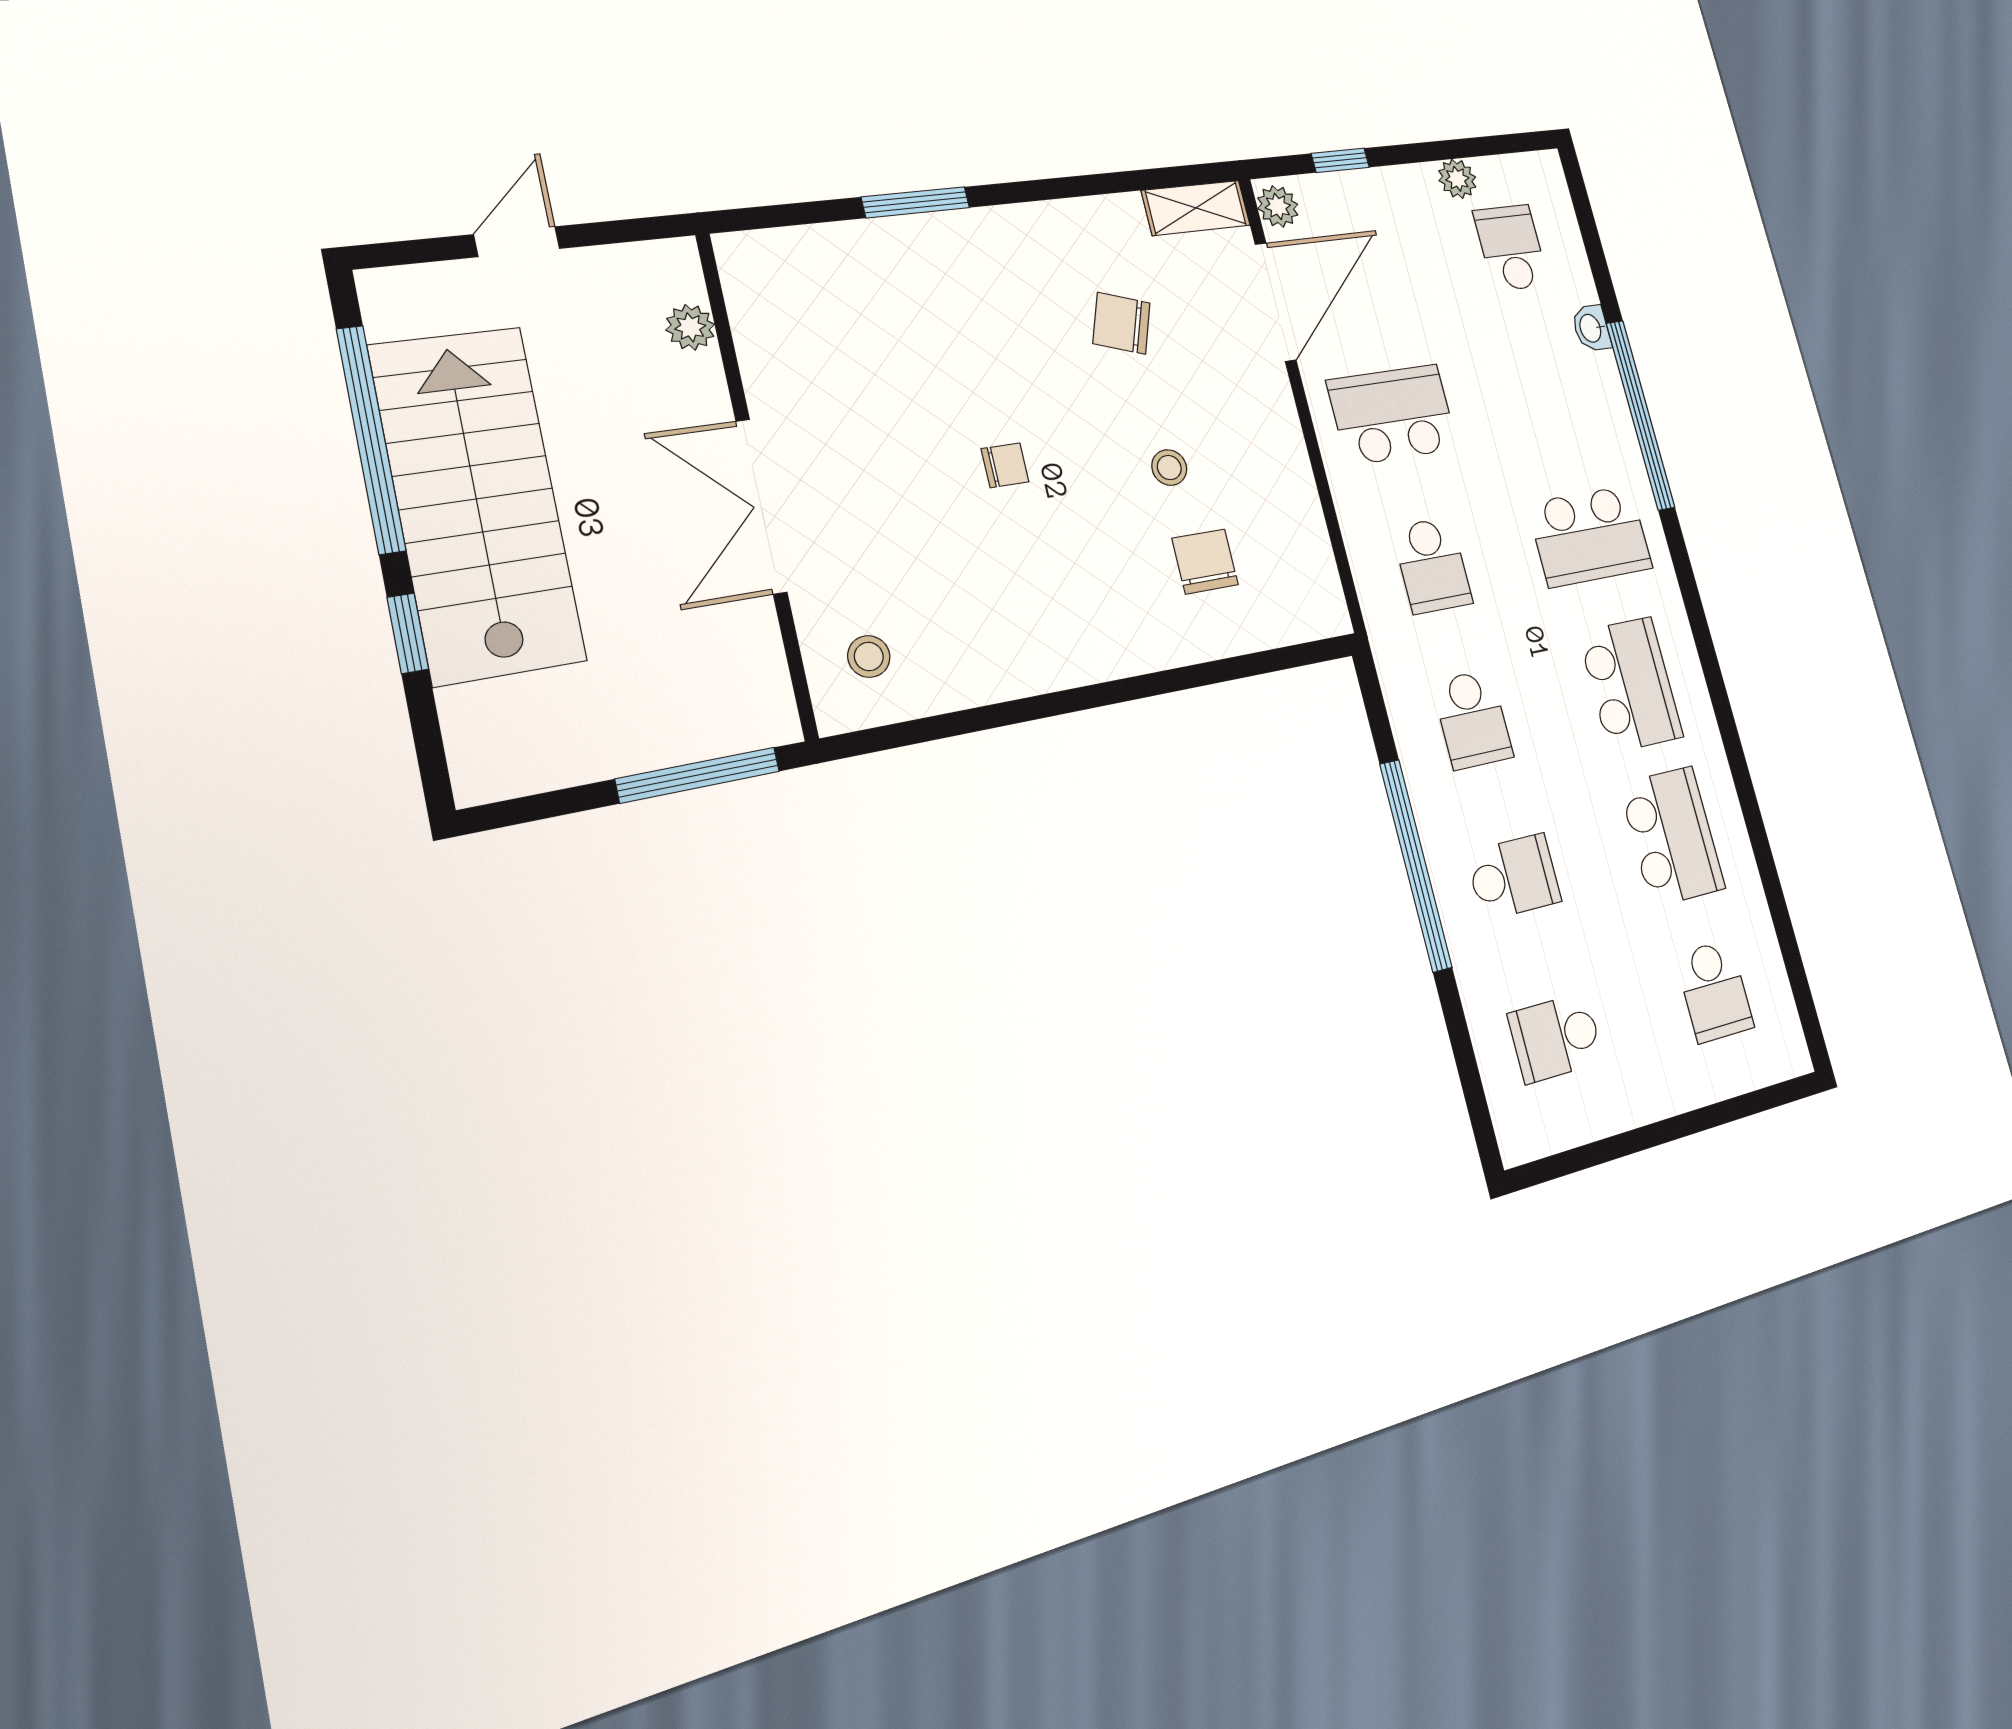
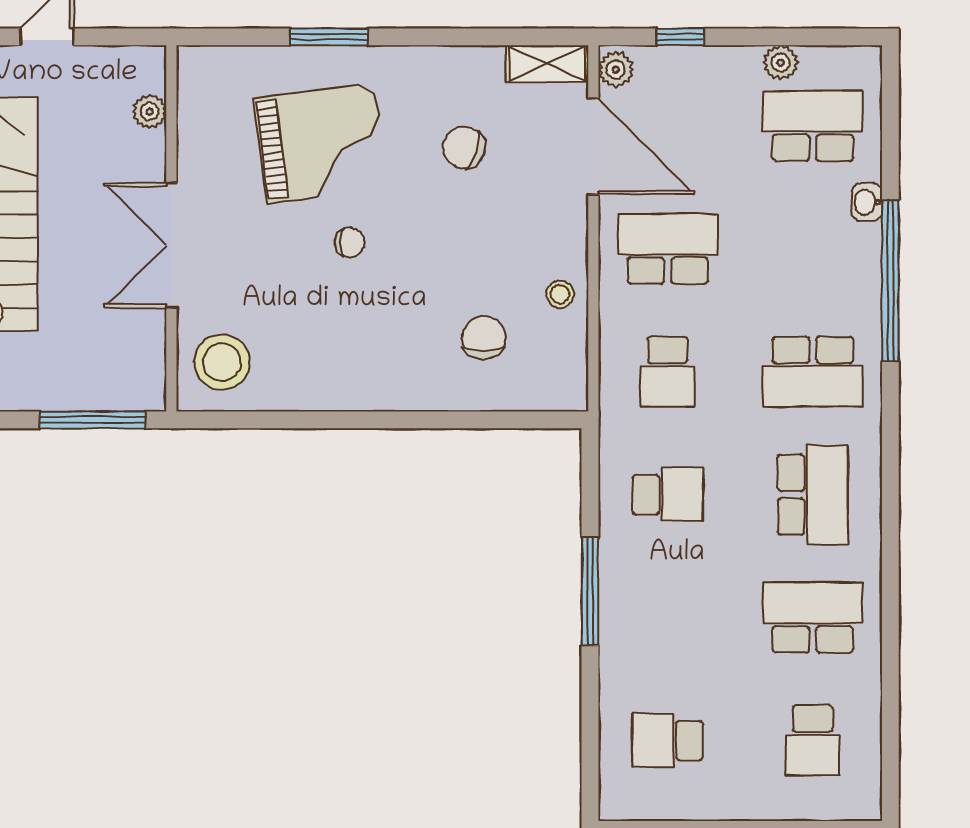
school desk: (1511, 248) -> (813, 126), width x1.85
door: (1276, 302) -> (593, 146), hinge flipped
grand piano: (937, 341) -> (321, 144), added
stool: (1169, 468) -> (560, 294), moved
stool: (869, 657) -> (222, 362), width x1.89, depth x1.89
school desk: (1473, 719) -> (668, 495), turned -90
school desk: (1672, 836) -> (813, 618), turned -90
window: (1416, 865) -> (590, 591), width x0.68
school desk: (1514, 877) -> (668, 618), removed

